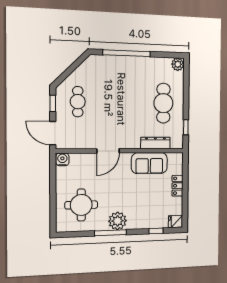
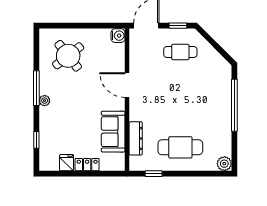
round table: (81, 205) -> (68, 56), turned -38
plant: (117, 221) -> (45, 101), width x0.53, depth x0.53
fridge: (176, 221) -> (67, 163), moved

